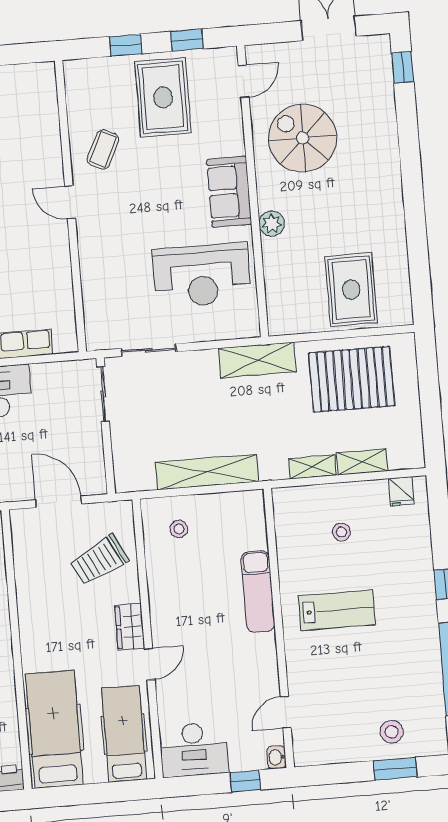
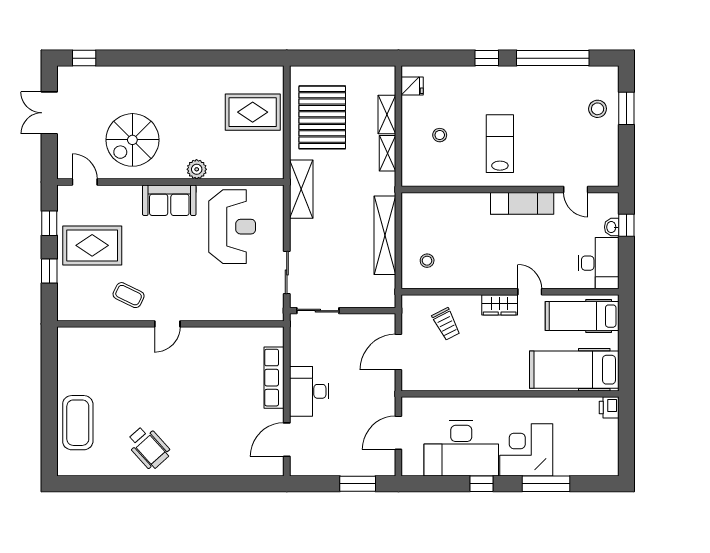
trolley: (99, 560) -> (446, 324), width x0.73, depth x0.72
exam couch: (258, 592) -> (522, 203), moved
washbasin: (277, 757) -> (612, 227), moved, turned 90

